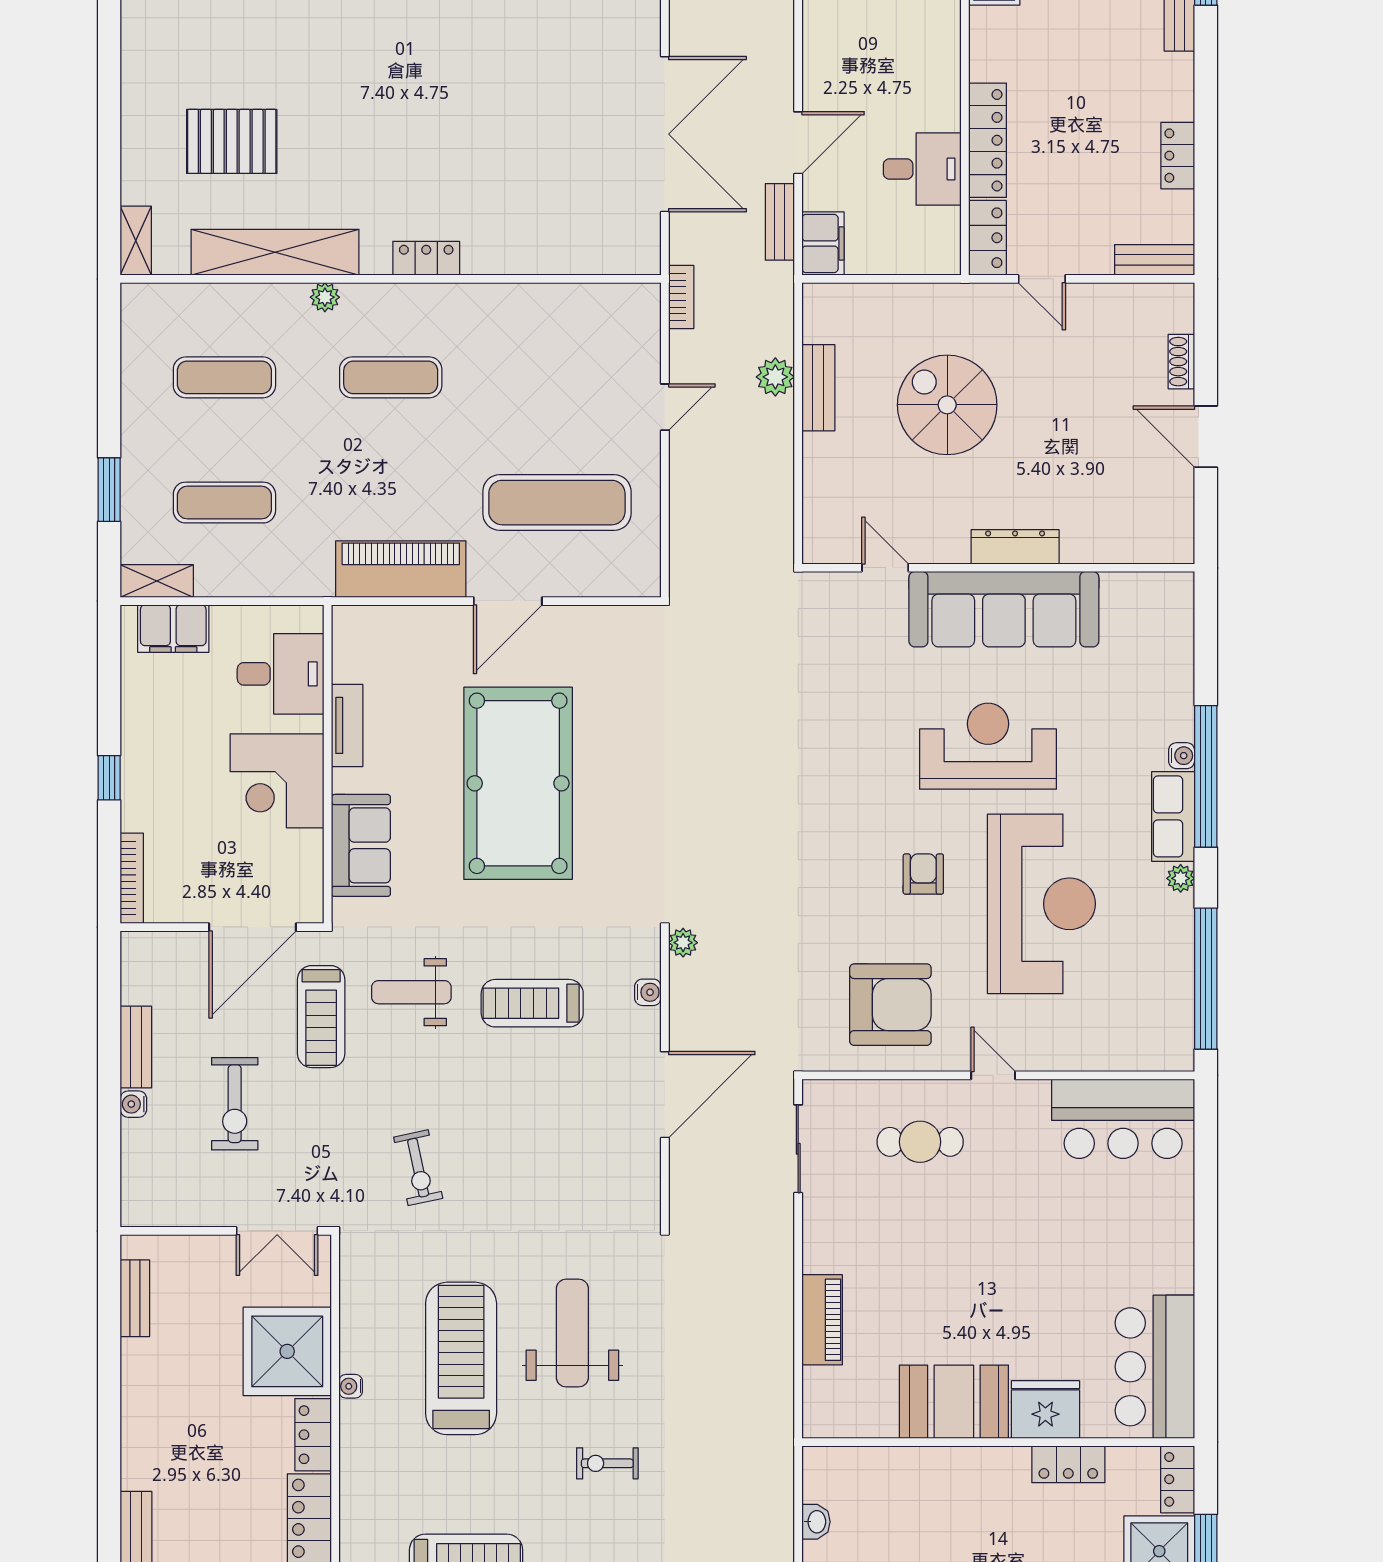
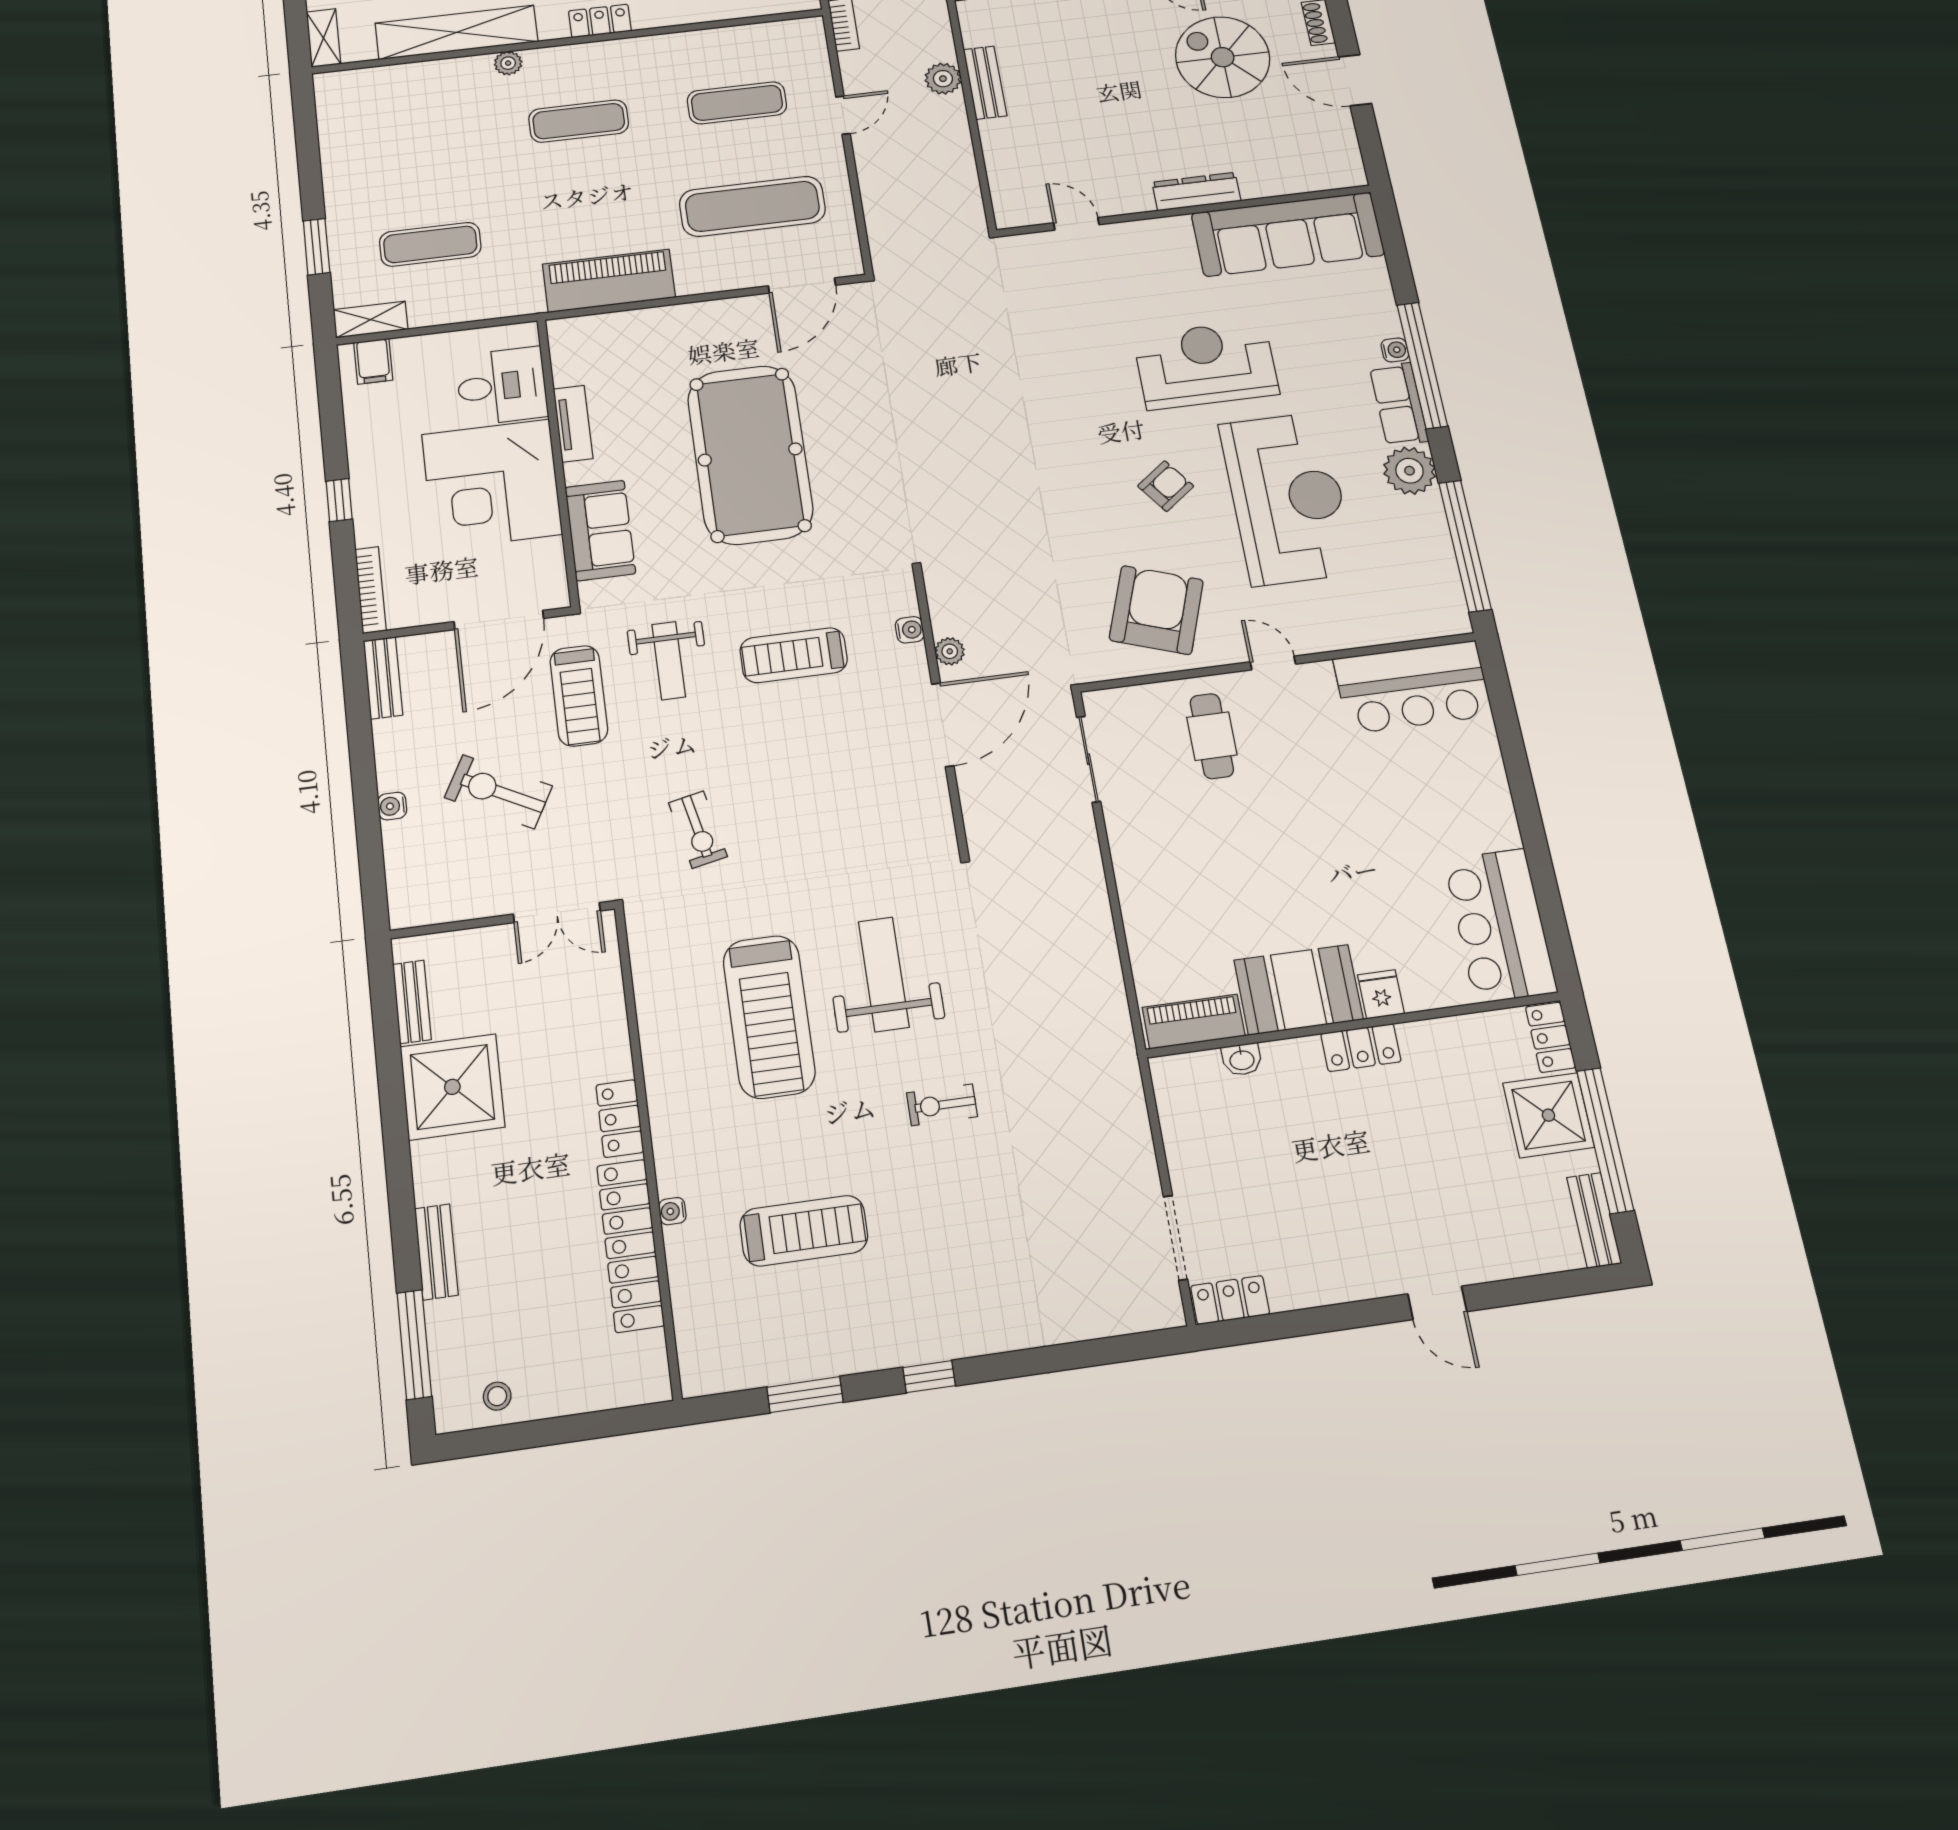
exercise mat: (224, 377) -> (737, 103), moved
spiral stairs: (947, 405) -> (1223, 57), moved
door: (508, 601) -> (802, 286), moved
sofa: (1004, 609) -> (1288, 234), moved
filing cabinet: (173, 629) -> (373, 361), width x0.50
corner desk: (277, 781) -> (492, 484), width x1.36, depth x1.36
armchair: (923, 874) -> (1166, 486), turned 53
plant: (1181, 878) -> (1410, 471), width x1.88, depth x1.88
plant: (683, 943) -> (950, 651), moved
weight bench: (411, 992) -> (669, 661), turned -90
armchair: (890, 1005) -> (1156, 610), turned -71
bench: (136, 1047) -> (383, 678), moved
exercise bike: (235, 1104) -> (498, 792), turned 118
cafe table: (920, 1142) -> (1212, 736), turned 90
piano: (822, 1320) -> (1194, 1022), moved, turned -90
shower: (287, 1351) -> (452, 1087), moved
treadmill: (461, 1358) -> (769, 1017), turned 180
water cooler: (351, 1386) -> (672, 1211), moved
fridge: (1045, 1410) -> (1381, 994), width x0.53, depth x0.75
locker: (1068, 1464) -> (1361, 1048), moved
washbasin: (816, 1522) -> (1242, 1059), moved, turned 90

